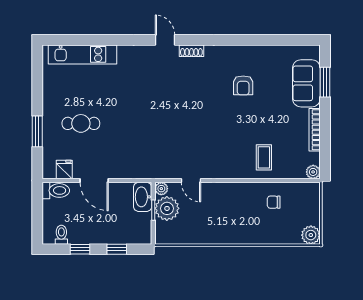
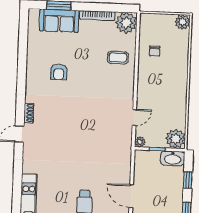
armchair: (243, 85) -> (59, 72), turned 90
plant: (313, 172) -> (126, 23), width x1.88, depth x1.88
door: (94, 181) -> (131, 196), swing flipped
washbasin: (143, 197) -> (173, 158), moved
plant: (167, 208) -> (176, 139), moved

